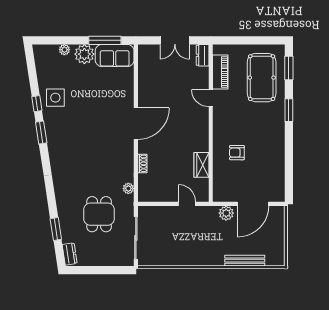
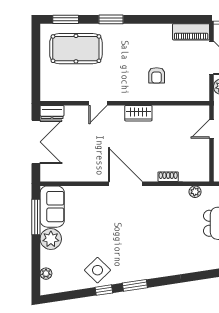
double door: (175, 40) -> (36, 142), width x1.37
plant: (64, 50) -> (46, 274), moved
piano: (220, 72) -> (191, 32), moved, turned 180
side table: (55, 98) -> (98, 270), turned 45
wardrobe: (202, 165) -> (138, 113), moved

